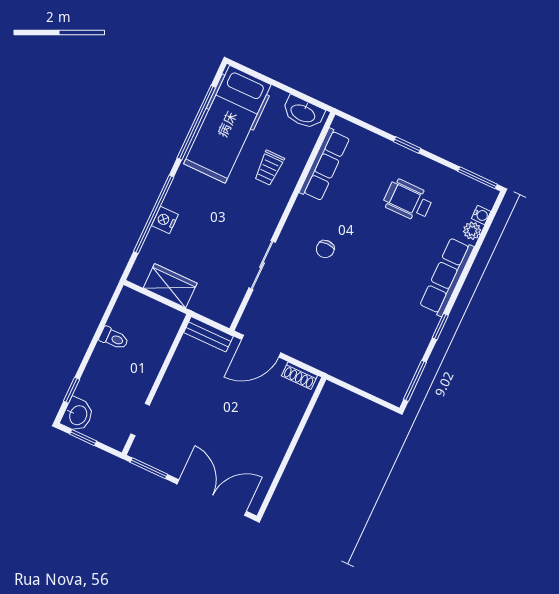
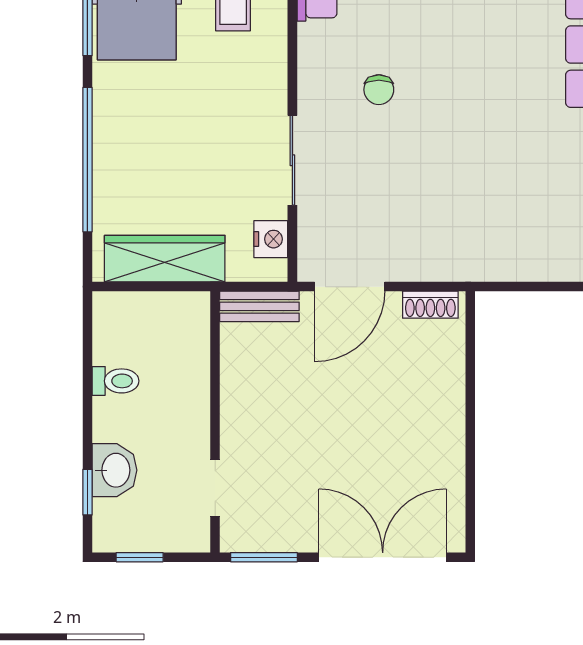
nightstand: (165, 220) -> (271, 239), moved, turned 180
wardrobe: (170, 286) -> (165, 259), width x1.50
washbasin: (78, 415) -> (115, 470), moved

